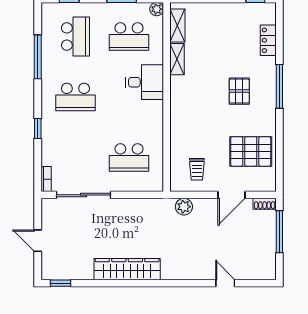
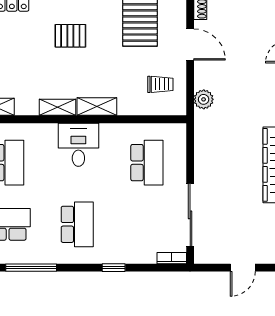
shelving: (177, 59) -> (57, 107), moved
desk: (145, 82) -> (78, 145), moved
shelving: (178, 114) -> (97, 107), added

